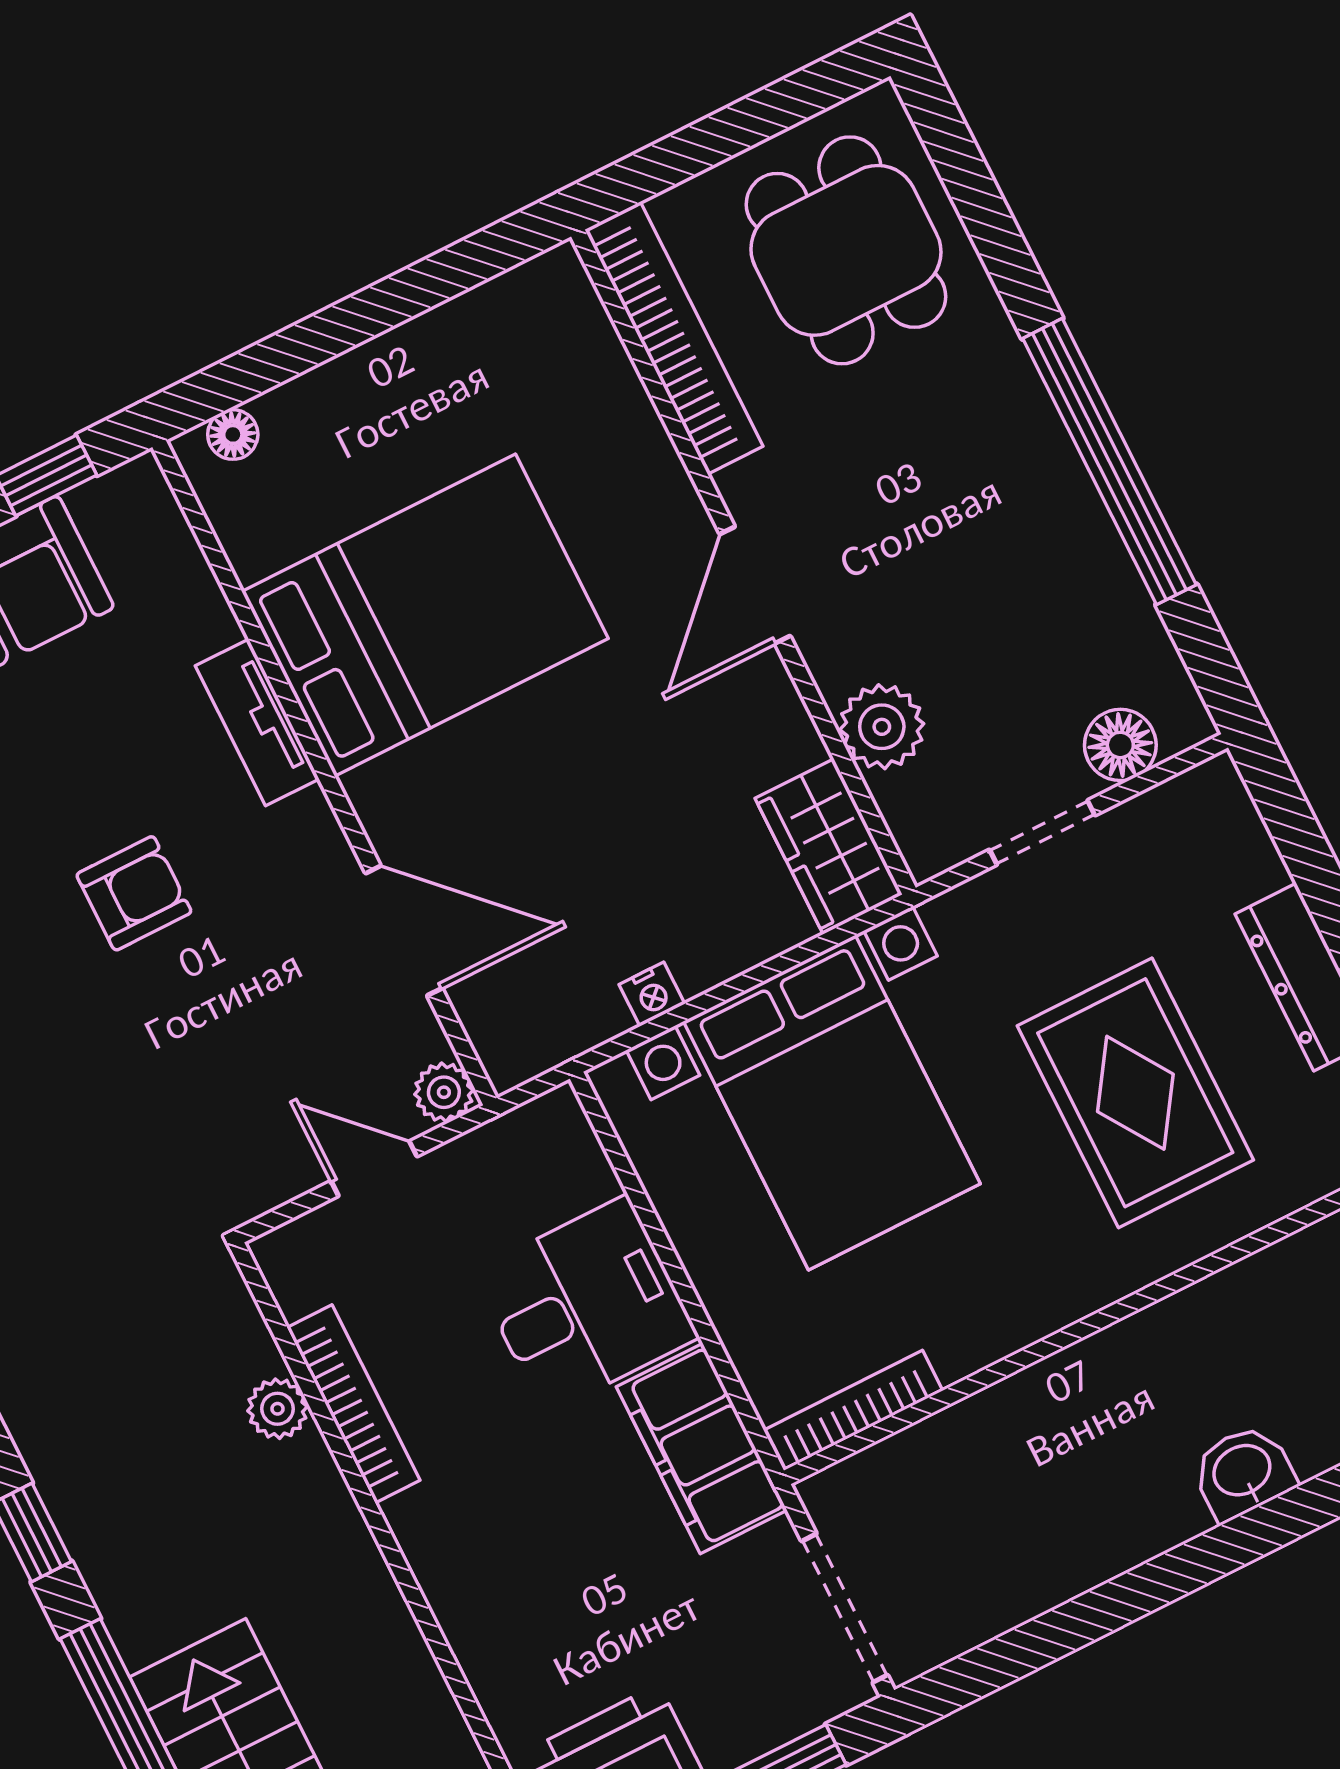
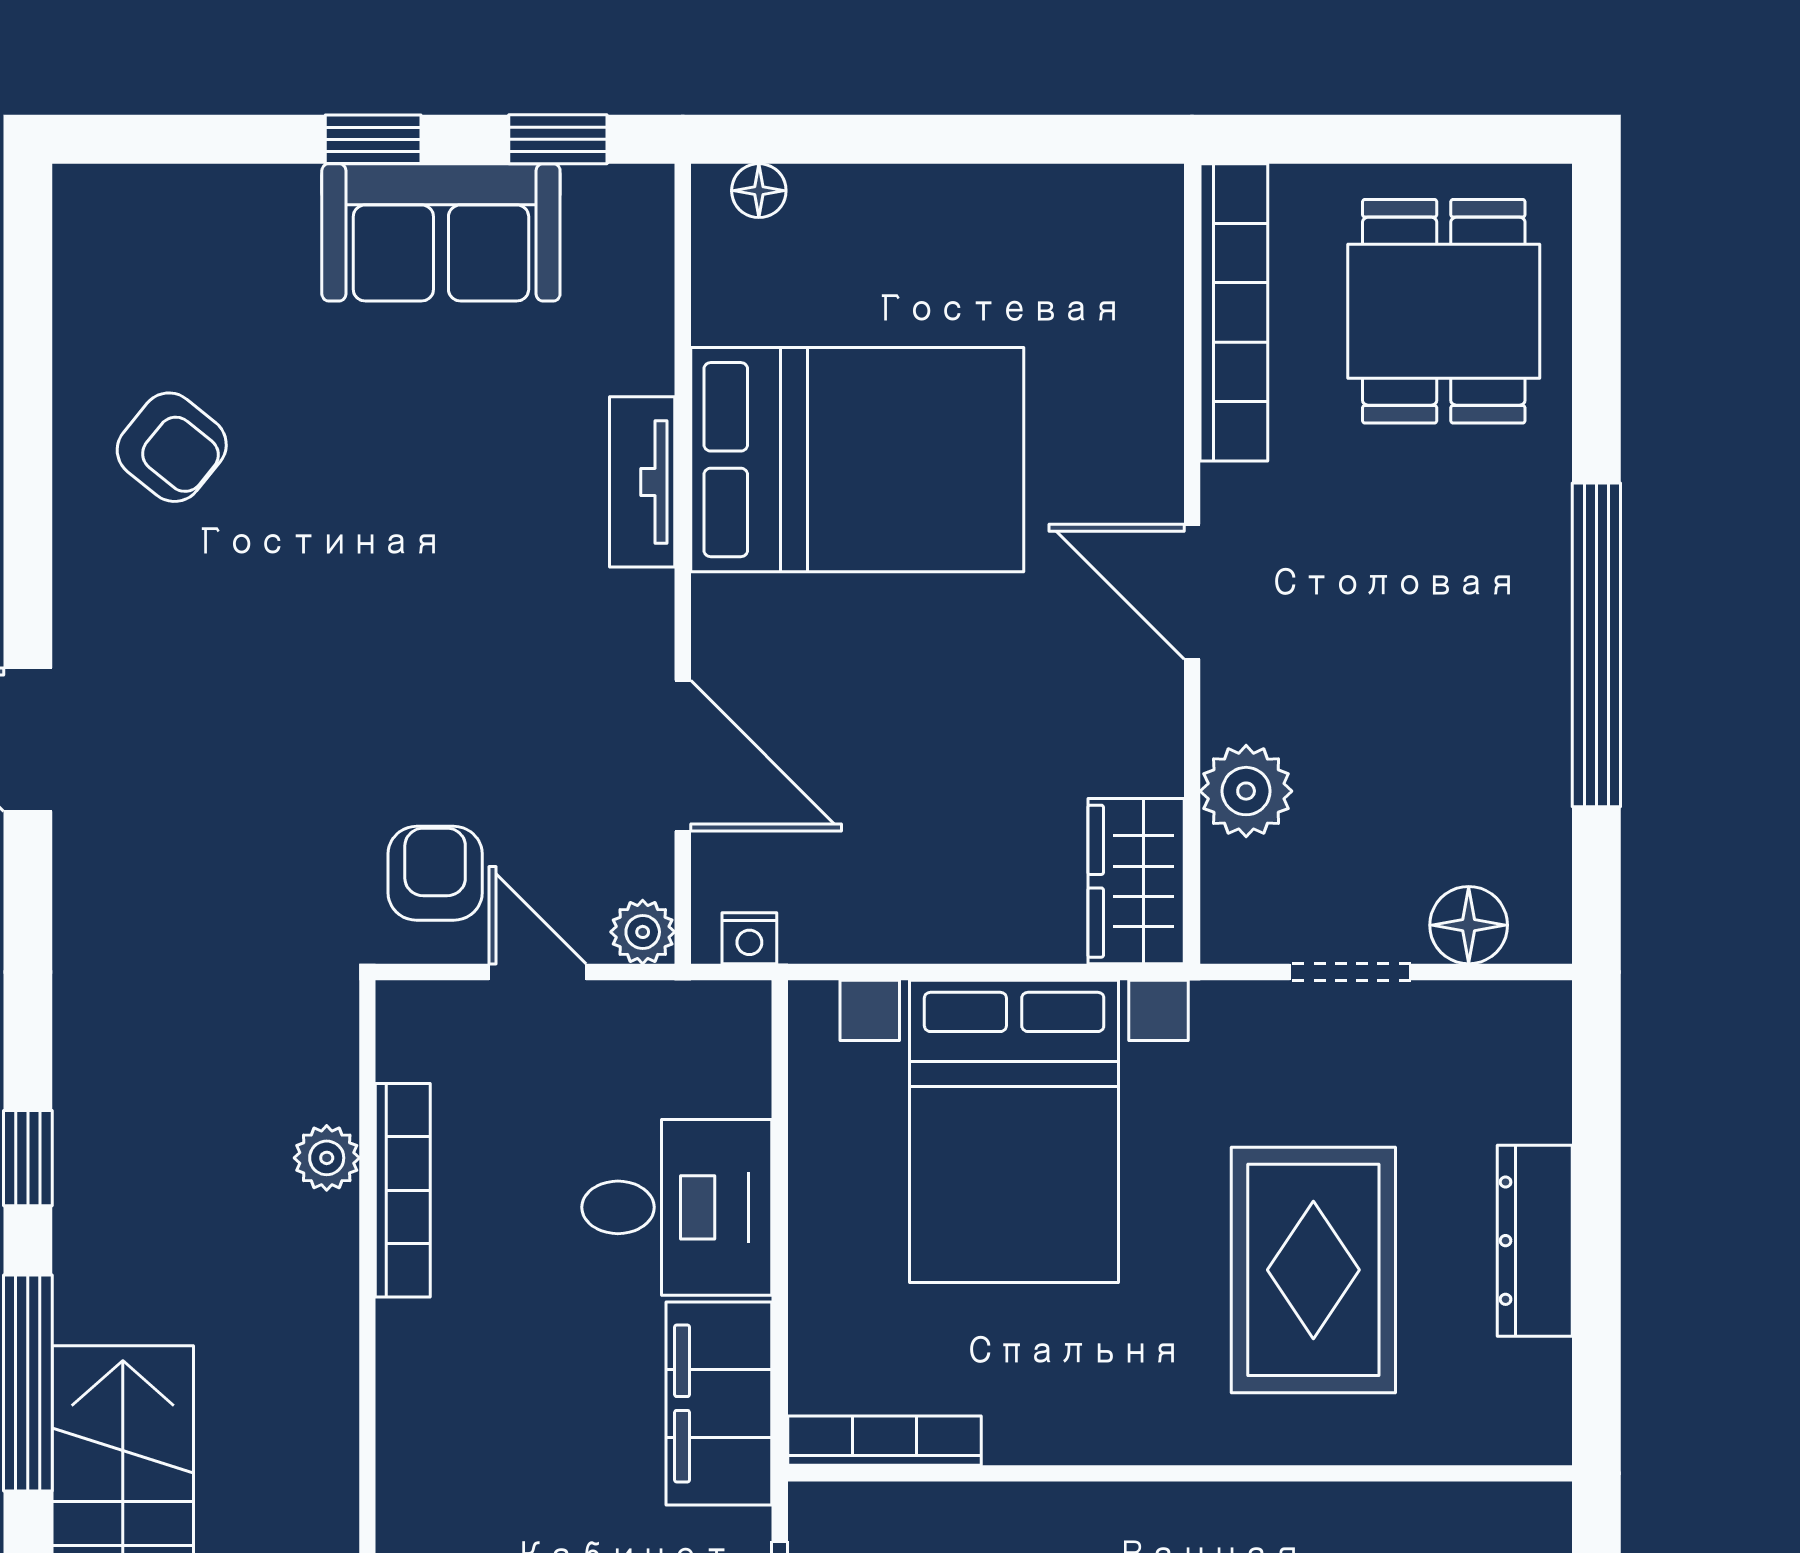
door: (755, 585) -> (1192, 592), hinge flipped
armchair: (134, 893) -> (435, 873), moved, turned -90
nightstand: (652, 994) -> (749, 938), moved

